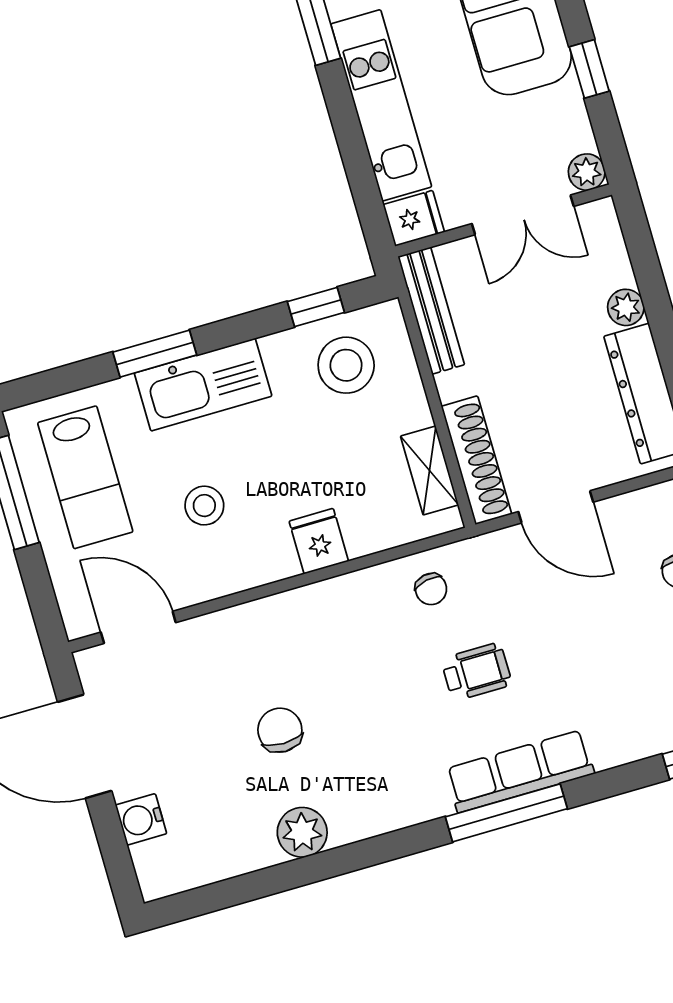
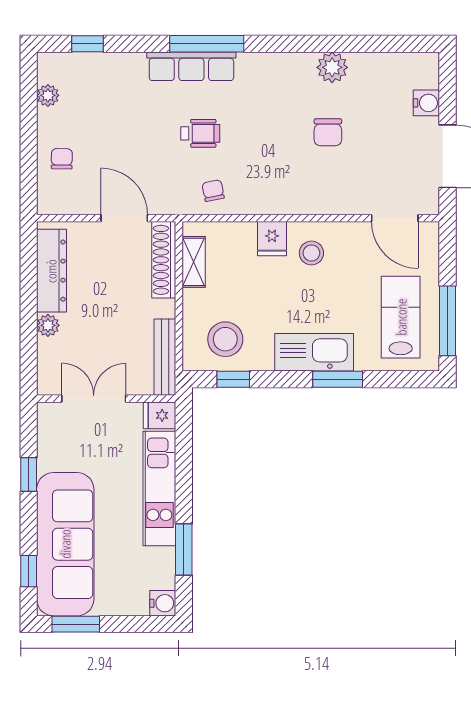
plant: (587, 172) -> (48, 413), removed
stool: (204, 506) -> (311, 253), moved
wheelchair: (476, 672) -> (200, 133), turned 180

